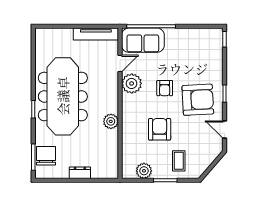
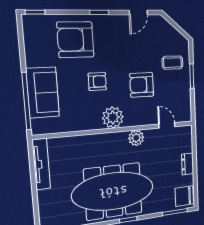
sofa: (143, 40) -> (43, 93), moved
door: (120, 64) -> (167, 125), moved
plant: (132, 83) -> (113, 117), moved
armchair: (198, 100) -> (75, 40), moved, turned -87
chair: (46, 156) -> (184, 196), moved
plant: (144, 171) -> (183, 99), removed

